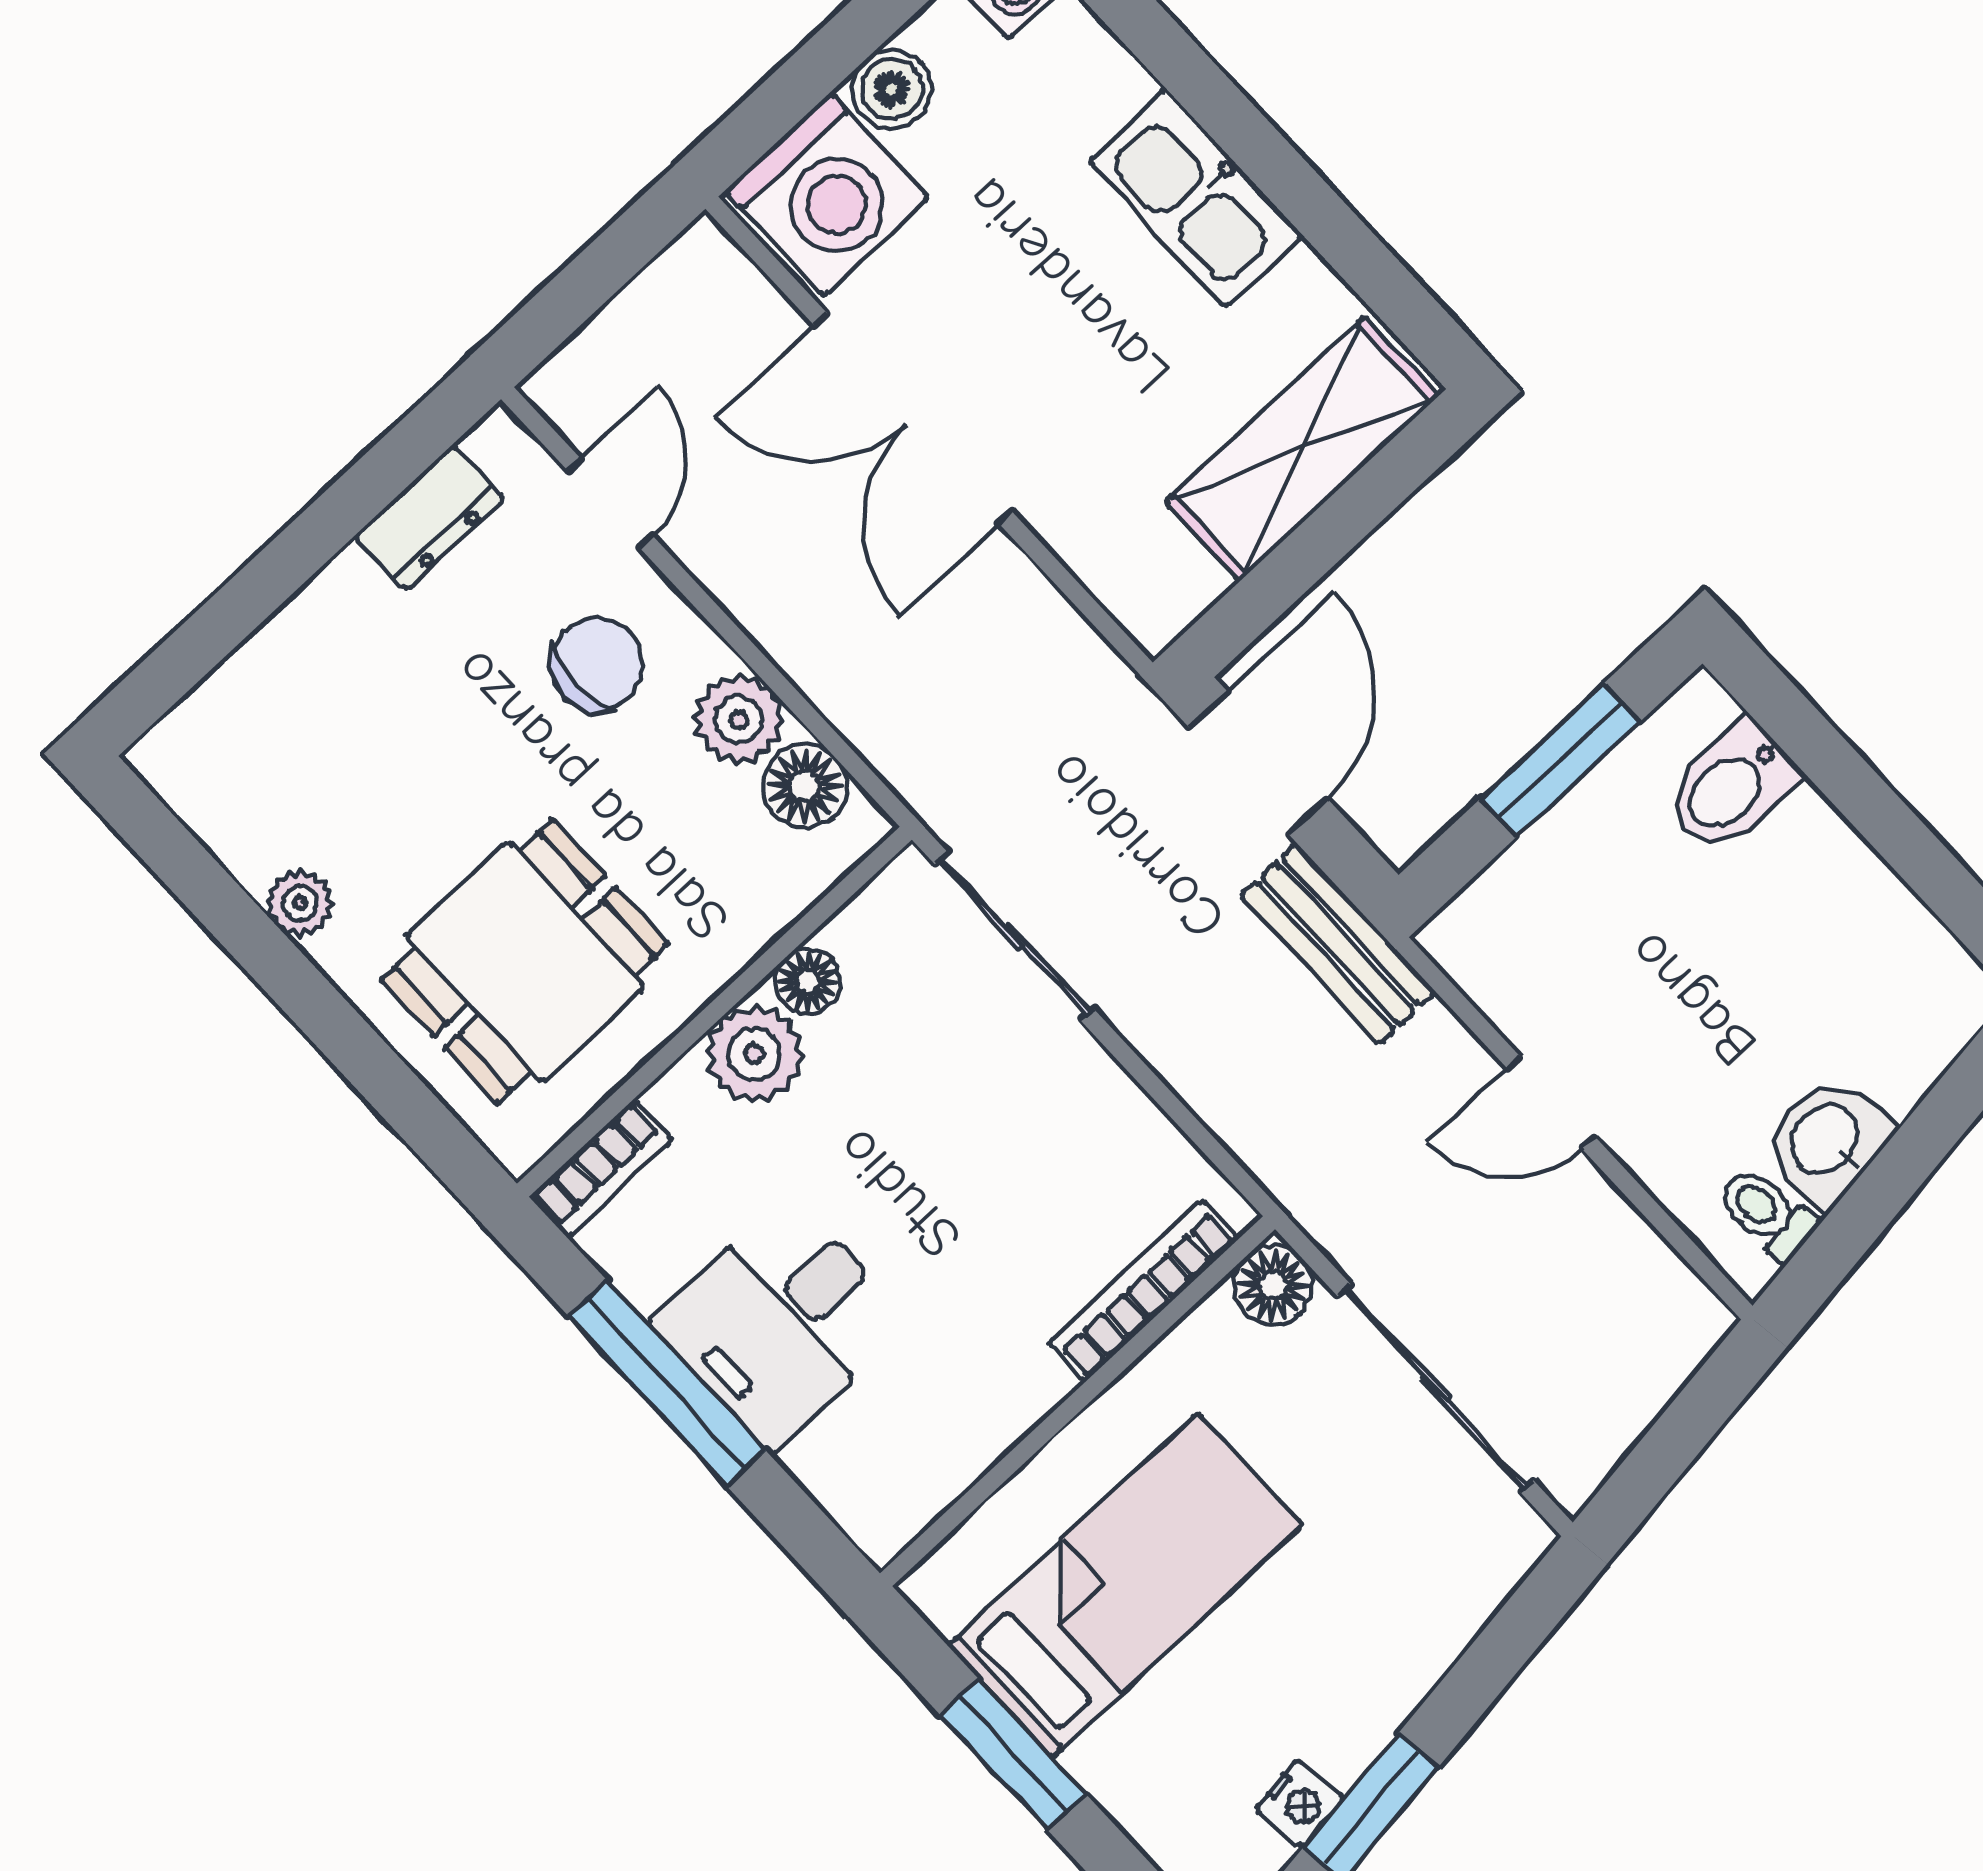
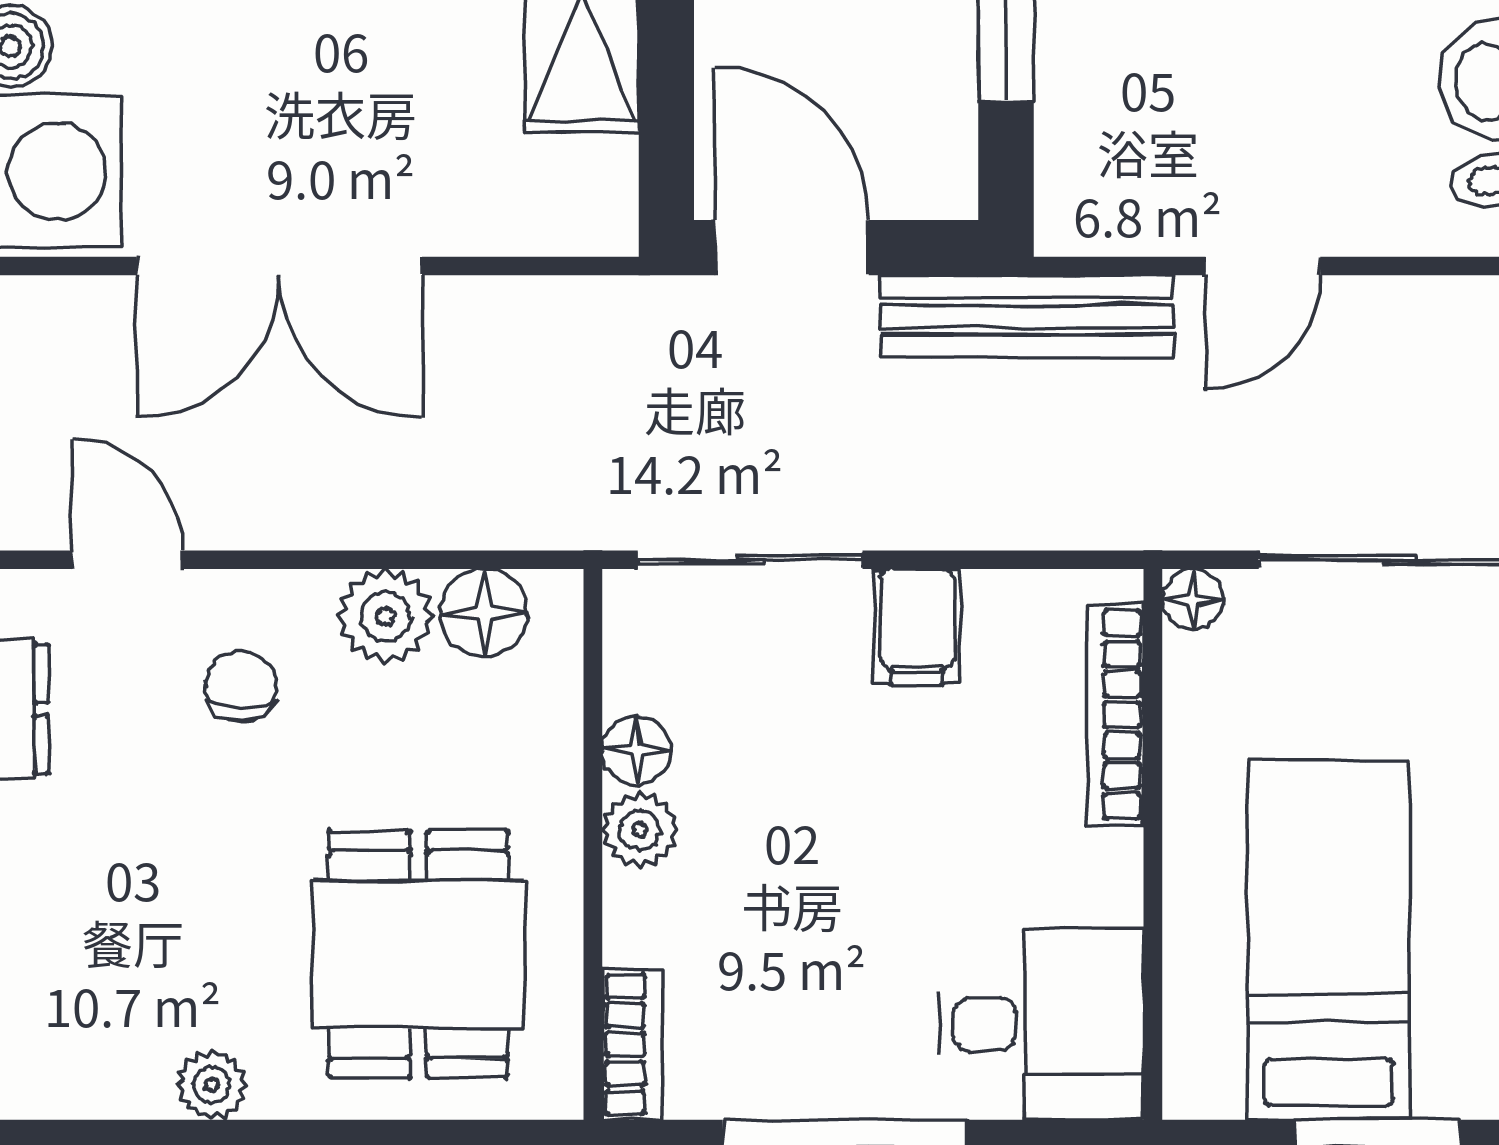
chair: (597, 664) -> (241, 686), width x0.73, depth x0.73
bench: (1338, 944) -> (1027, 316), width x1.36
plant: (754, 1054) -> (640, 830), width x0.73, depth x0.73
filing cabinet: (1076, 1096) -> (917, 627), added
floor lamp: (1273, 1285) -> (1193, 599), width x0.73, depth x0.73
desk: (780, 1323) -> (1041, 1024), moved, turned -90

